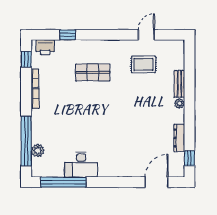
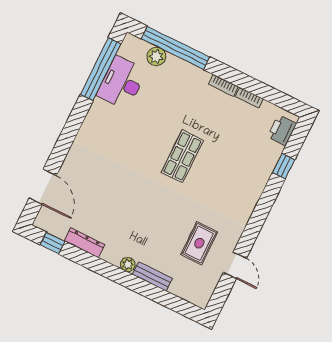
window: (26, 59) -> (279, 99), removed
shop shelf: (93, 72) -> (182, 156), moved
desk: (81, 164) -> (122, 83), moved

